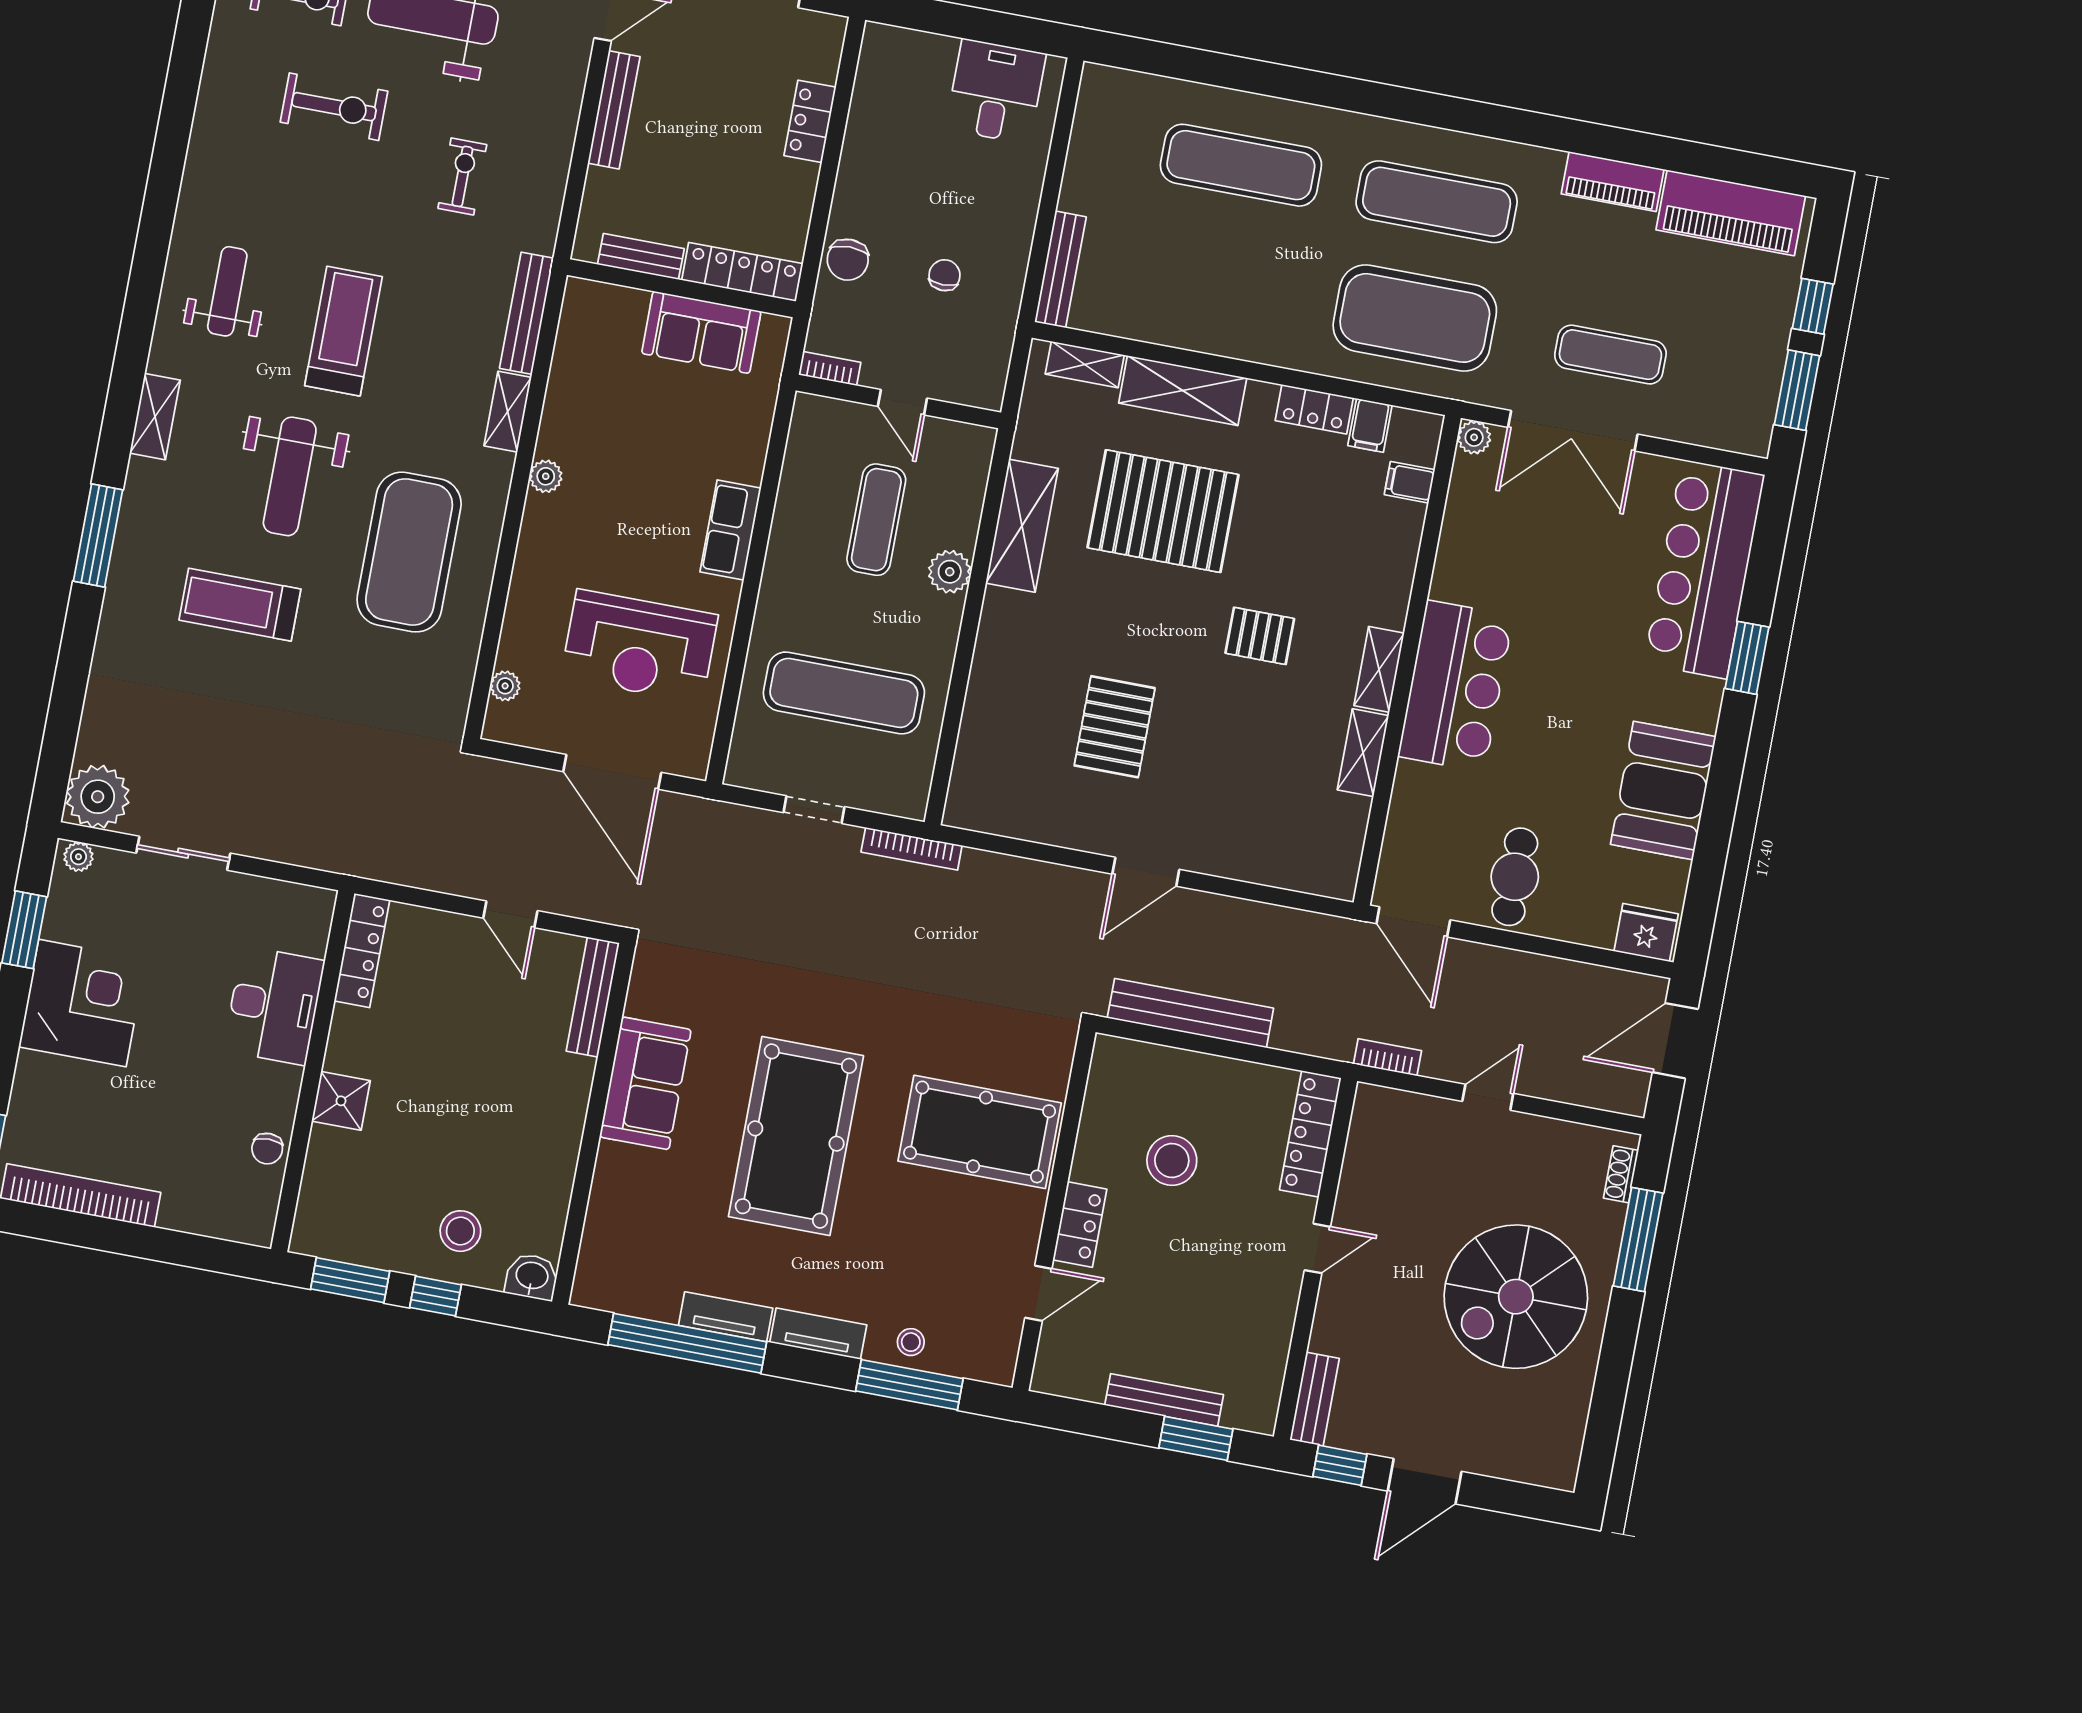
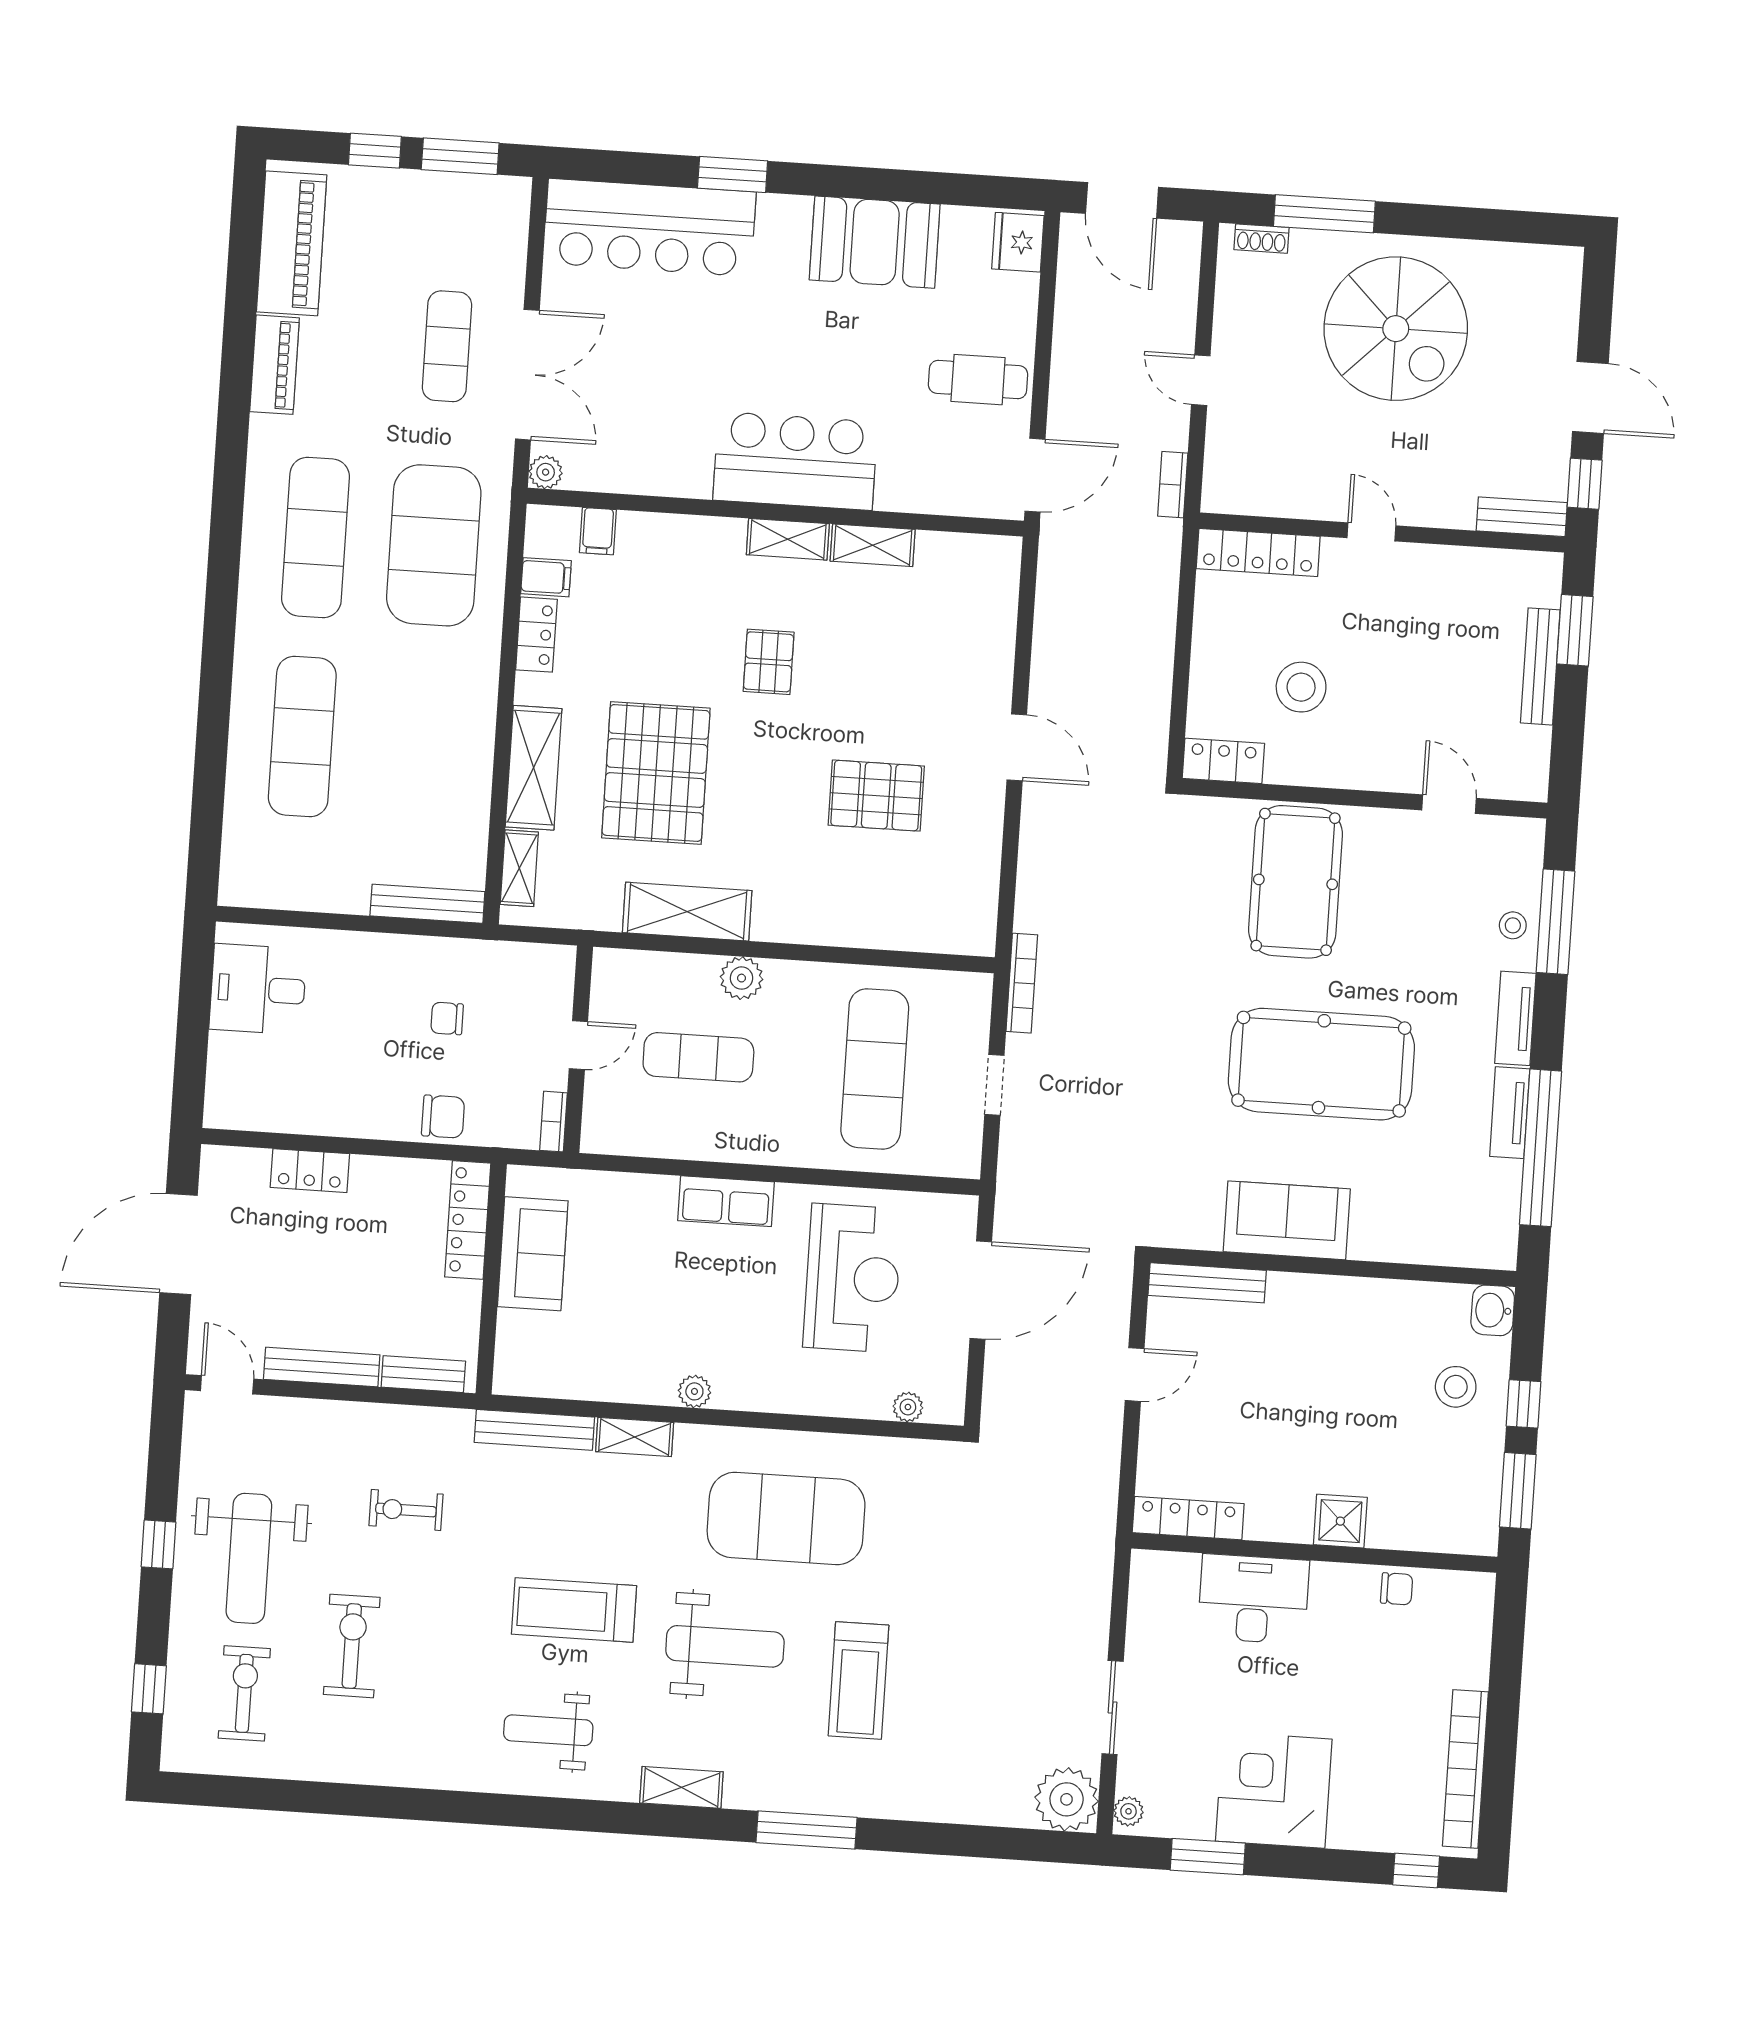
bench: (641, 256) -> (423, 1374), moved, turned 90
bench: (1190, 1013) -> (1152, 686), removed
locker: (1080, 1225) -> (1223, 761), moved

